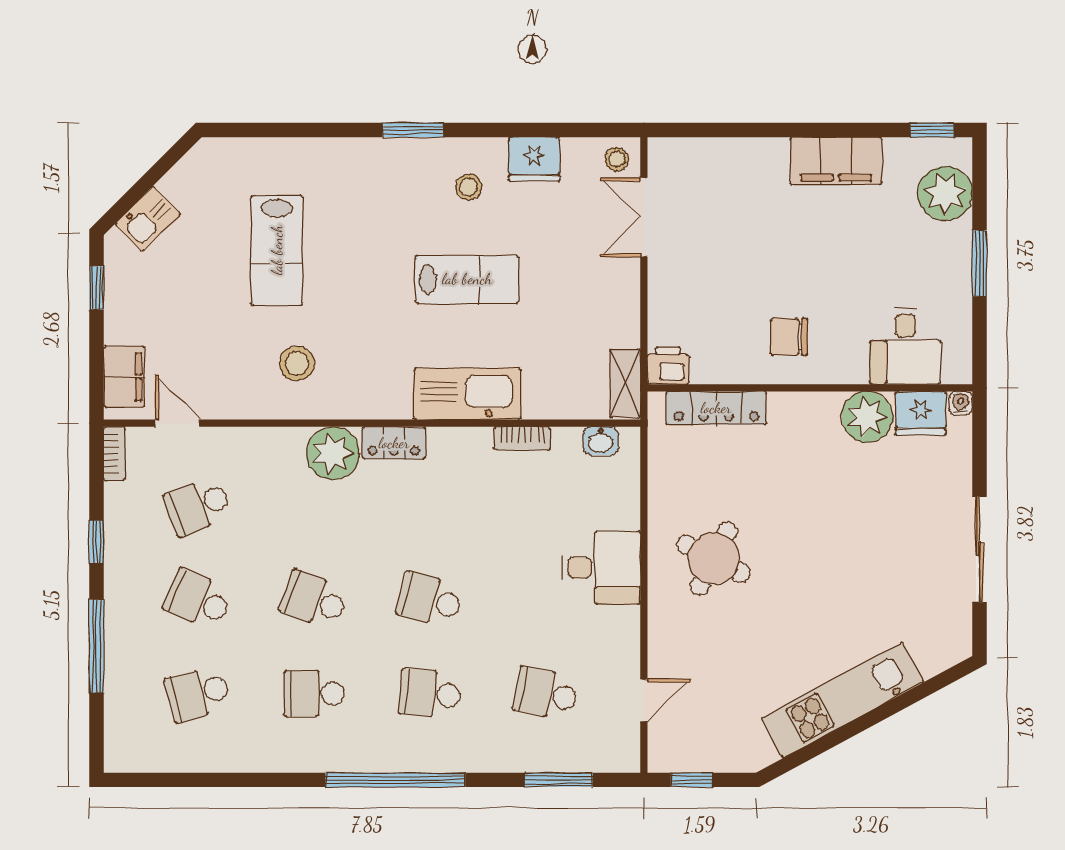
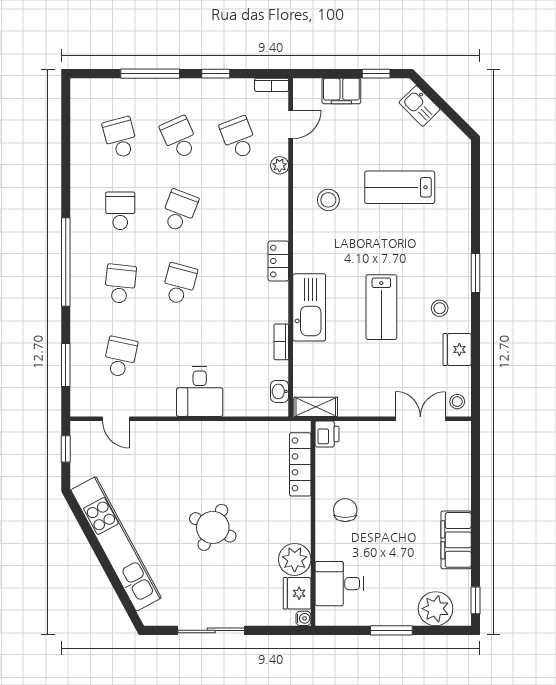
filing cabinet: (124, 377) -> (341, 91), moved
plant: (333, 453) -> (280, 165), moved, width x0.53, depth x0.53
round table: (714, 559) -> (213, 527), moved
school desk: (198, 600) -> (179, 138), turned -48
kitchen unit: (843, 700) -> (116, 544), width x1.36

